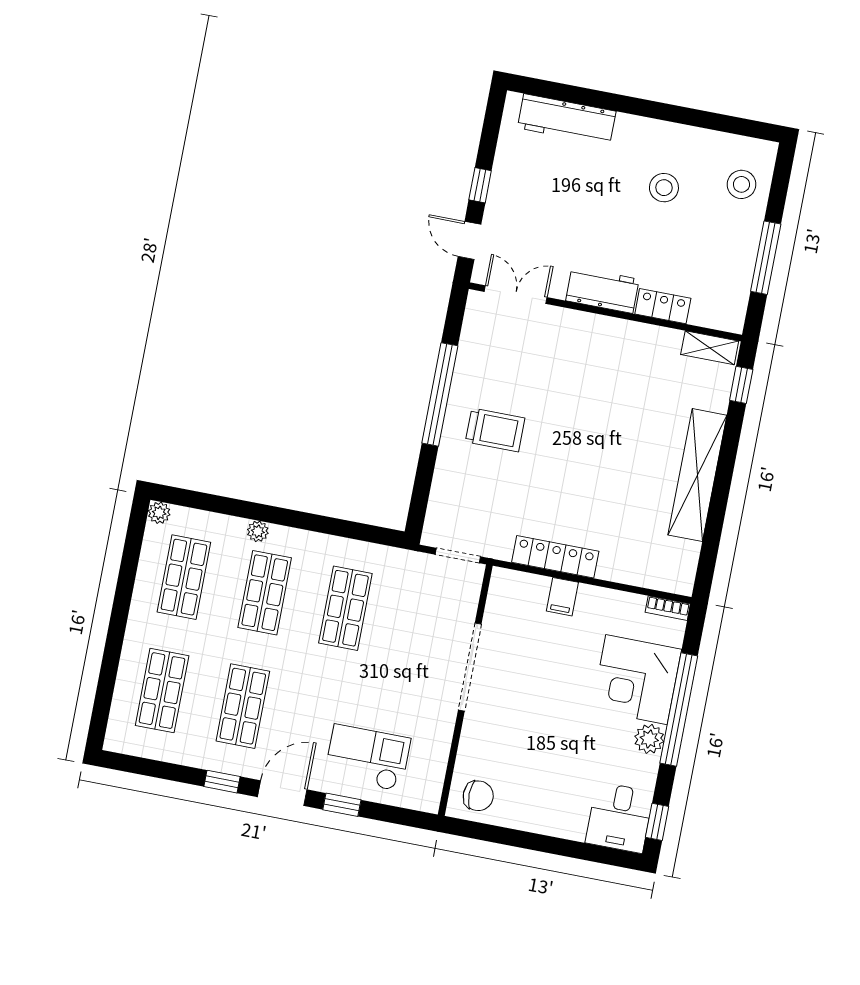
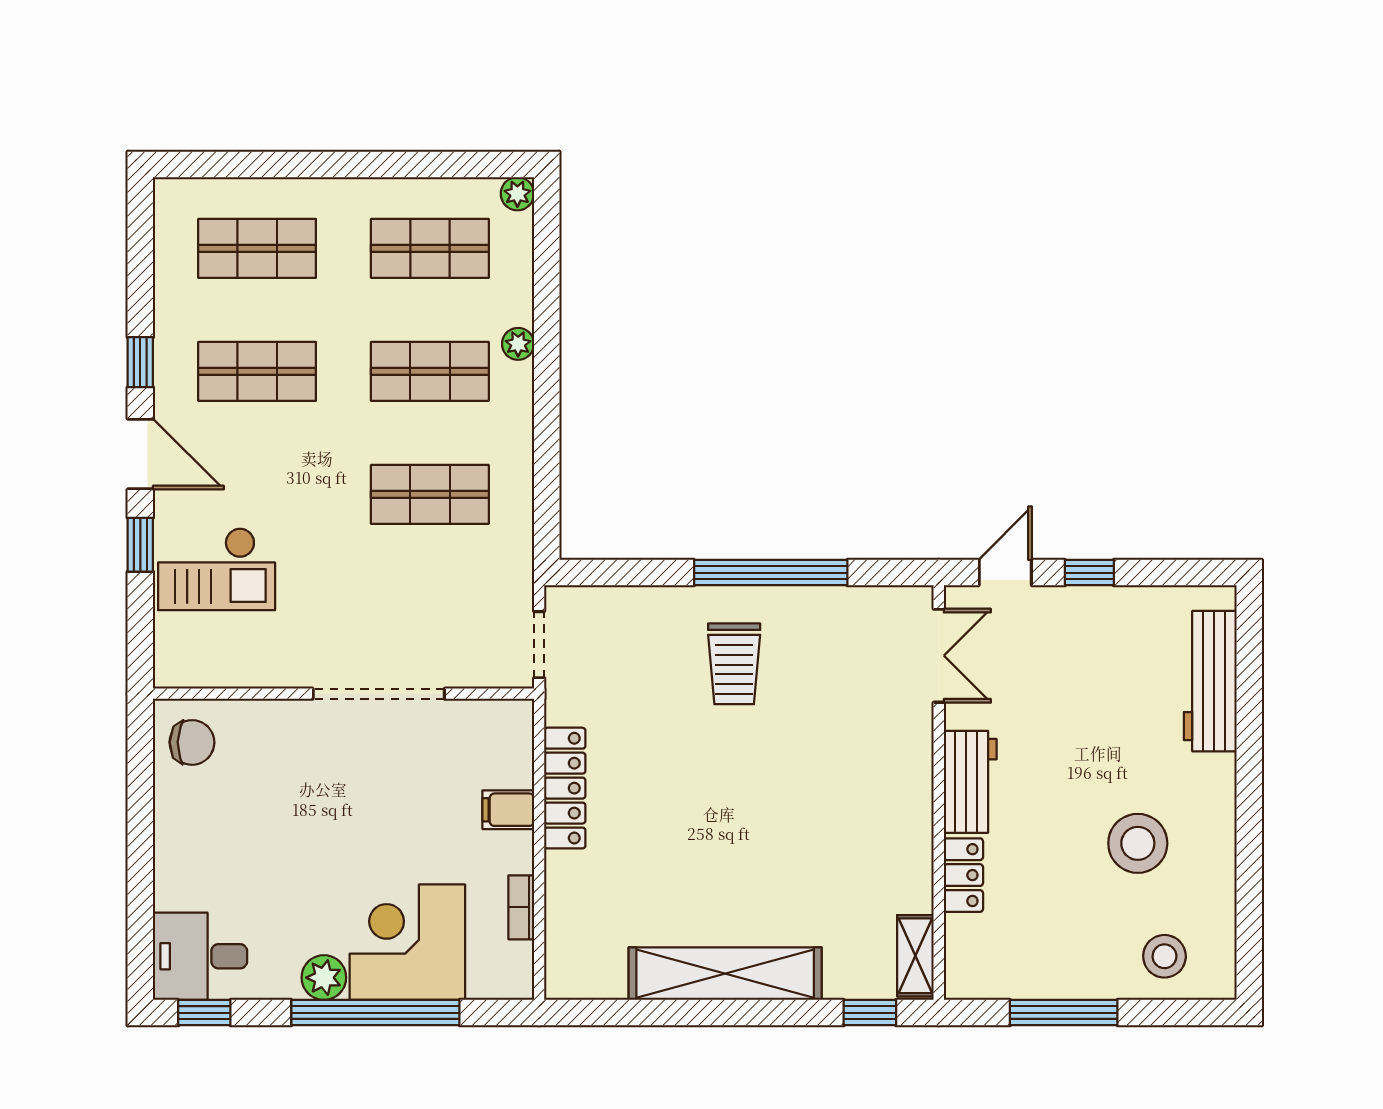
stool: (664, 188) -> (1138, 843), width x1.38, depth x1.38
bookcase: (668, 608) -> (521, 907), moved
checkout: (367, 758) -> (217, 569), turned 90
chair: (478, 796) -> (192, 742), turned -89

